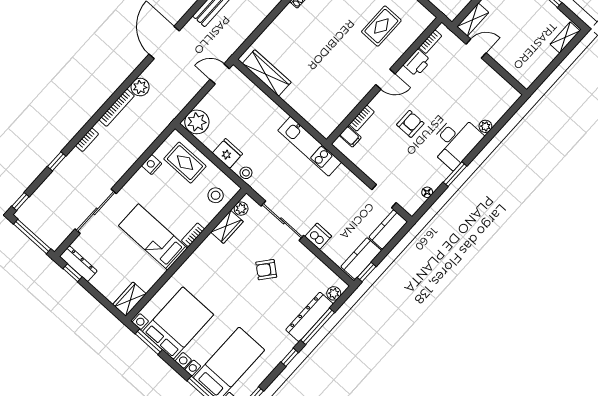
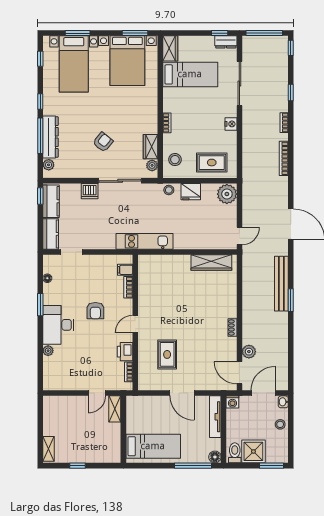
plant: (140, 87) -> (281, 184), removed
nightstand: (152, 165) -> (231, 124), moved
bed: (153, 237) -> (190, 74), moved
dresser: (78, 264) -> (226, 42), width x0.70

